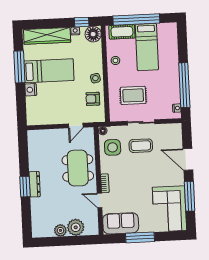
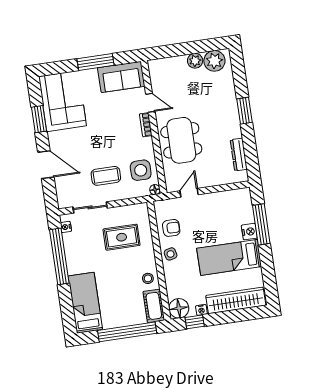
cot: (122, 32) -> (154, 306), moved, turned 90
bed: (147, 47) -> (85, 303), moved
window: (19, 67) -> (261, 224), moved
sliding door: (141, 122) -> (90, 207), moved
dresser: (35, 184) -> (239, 154), moved
window: (190, 196) -> (39, 119), width x0.69
plant: (76, 227) -> (214, 61), moved

